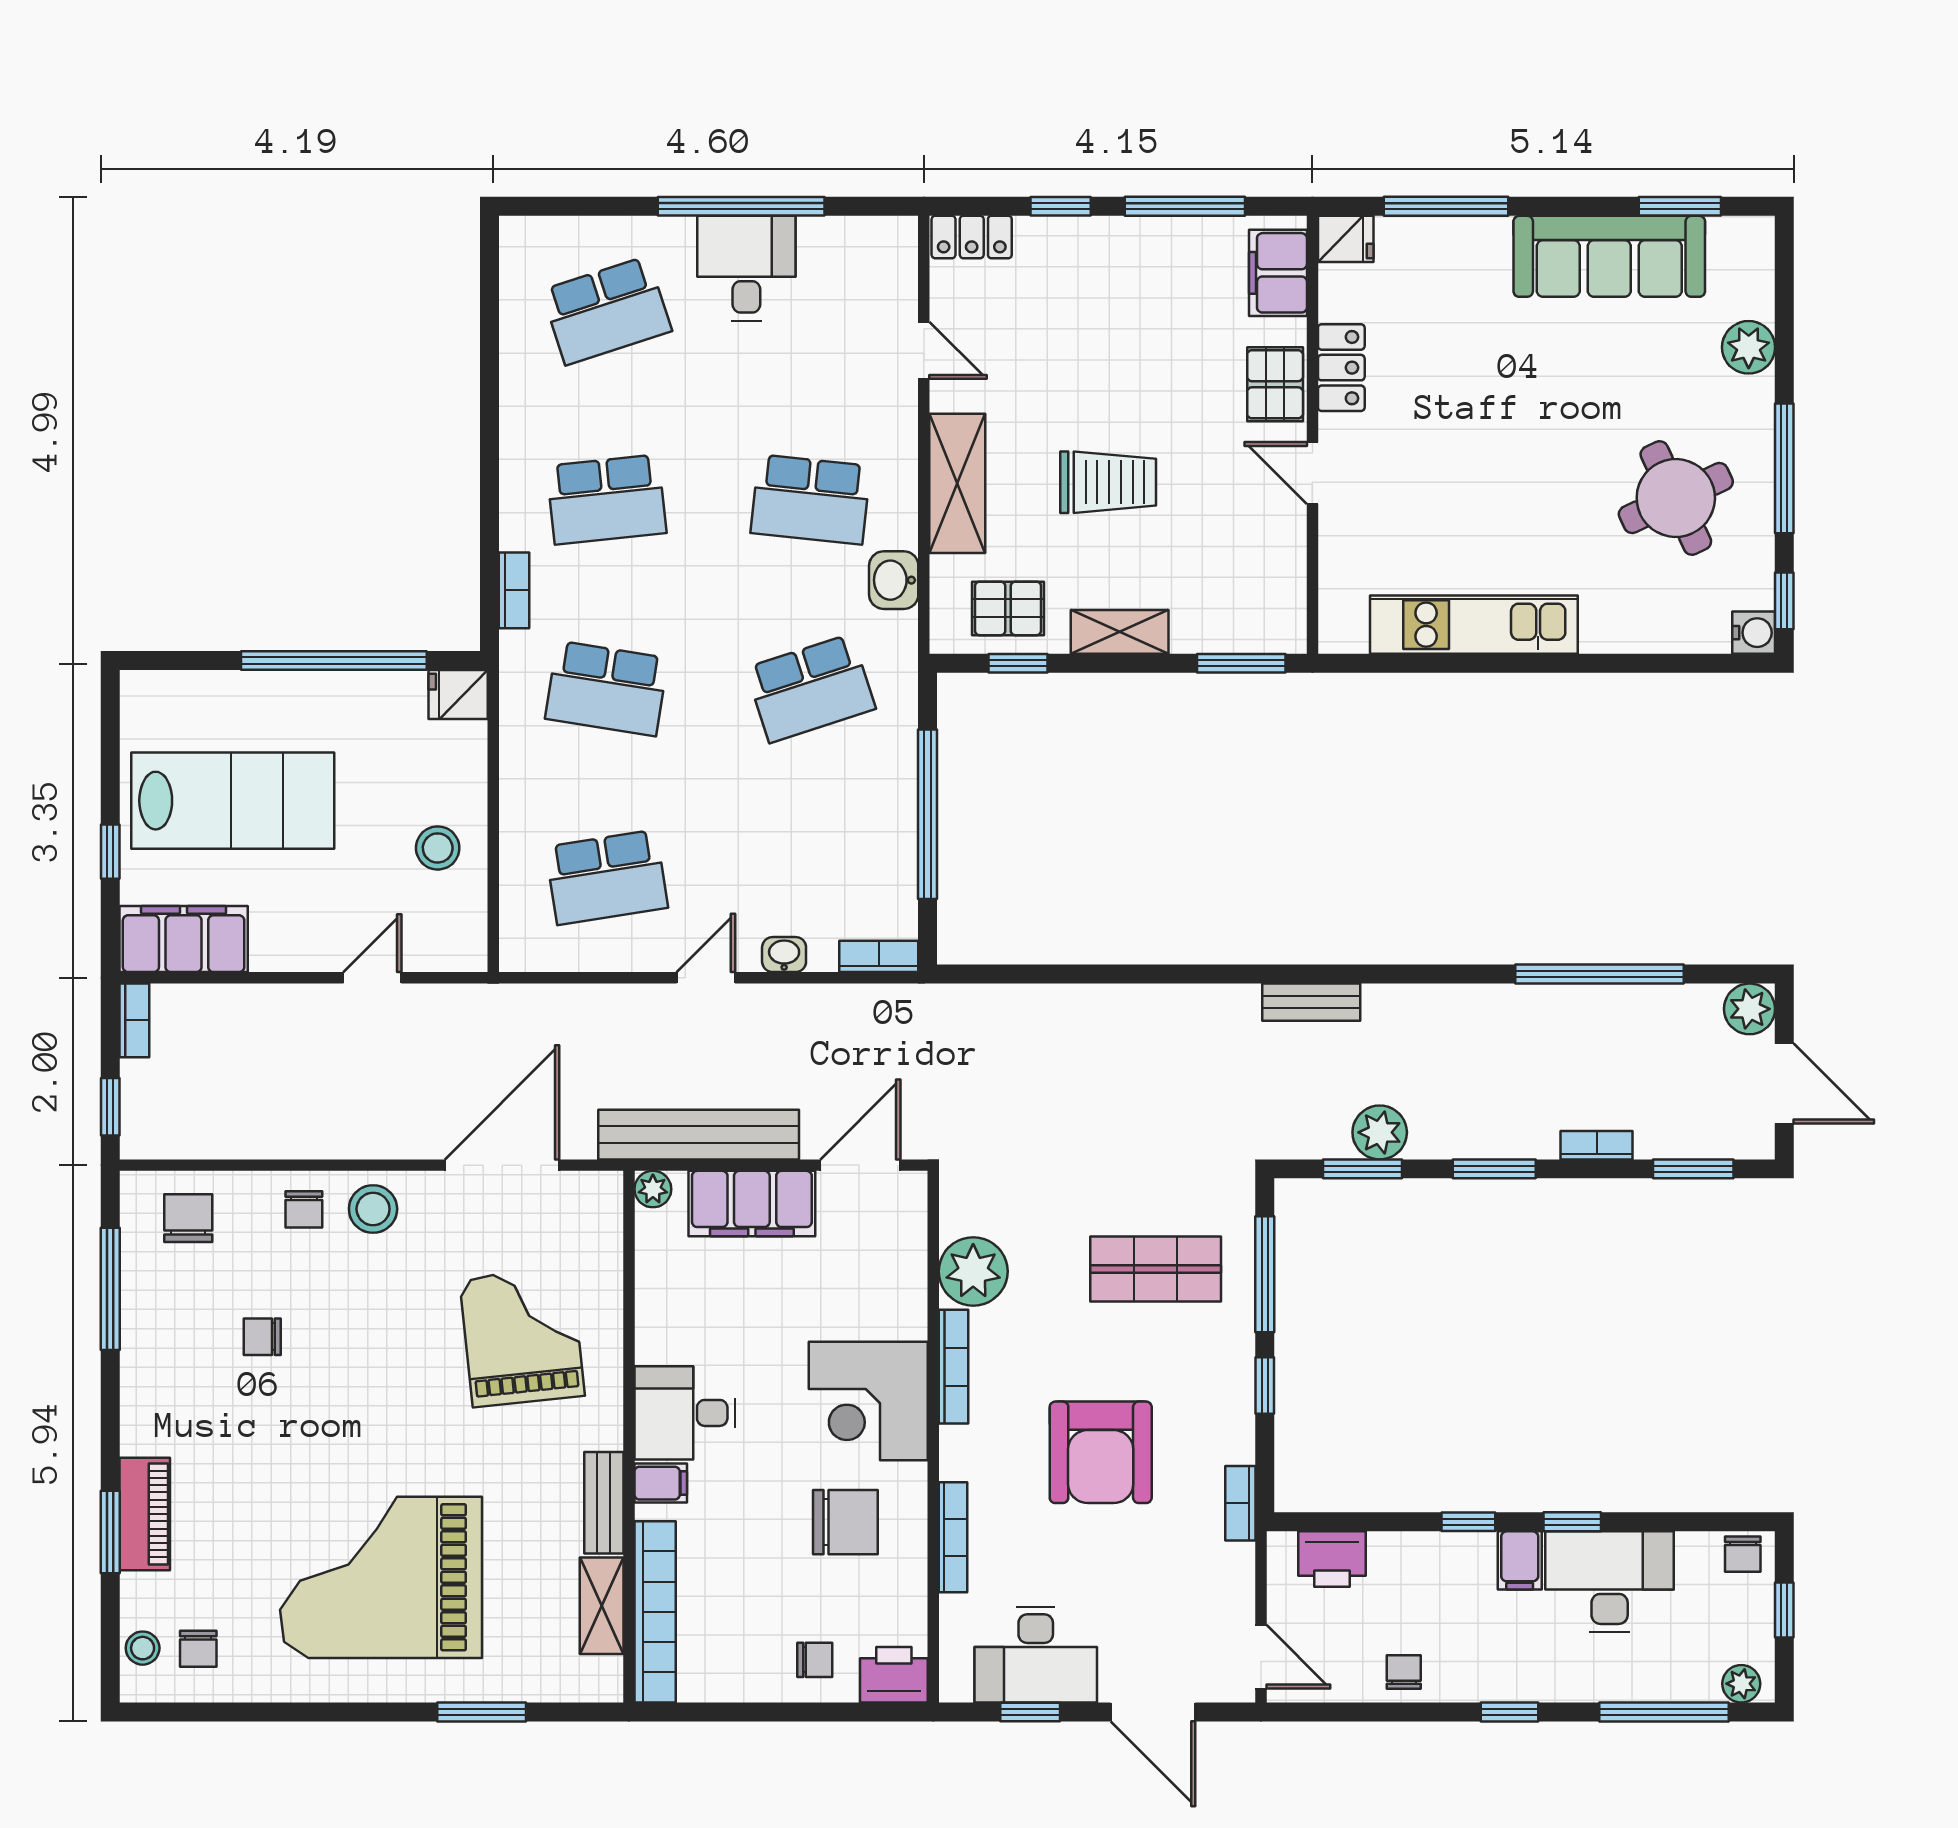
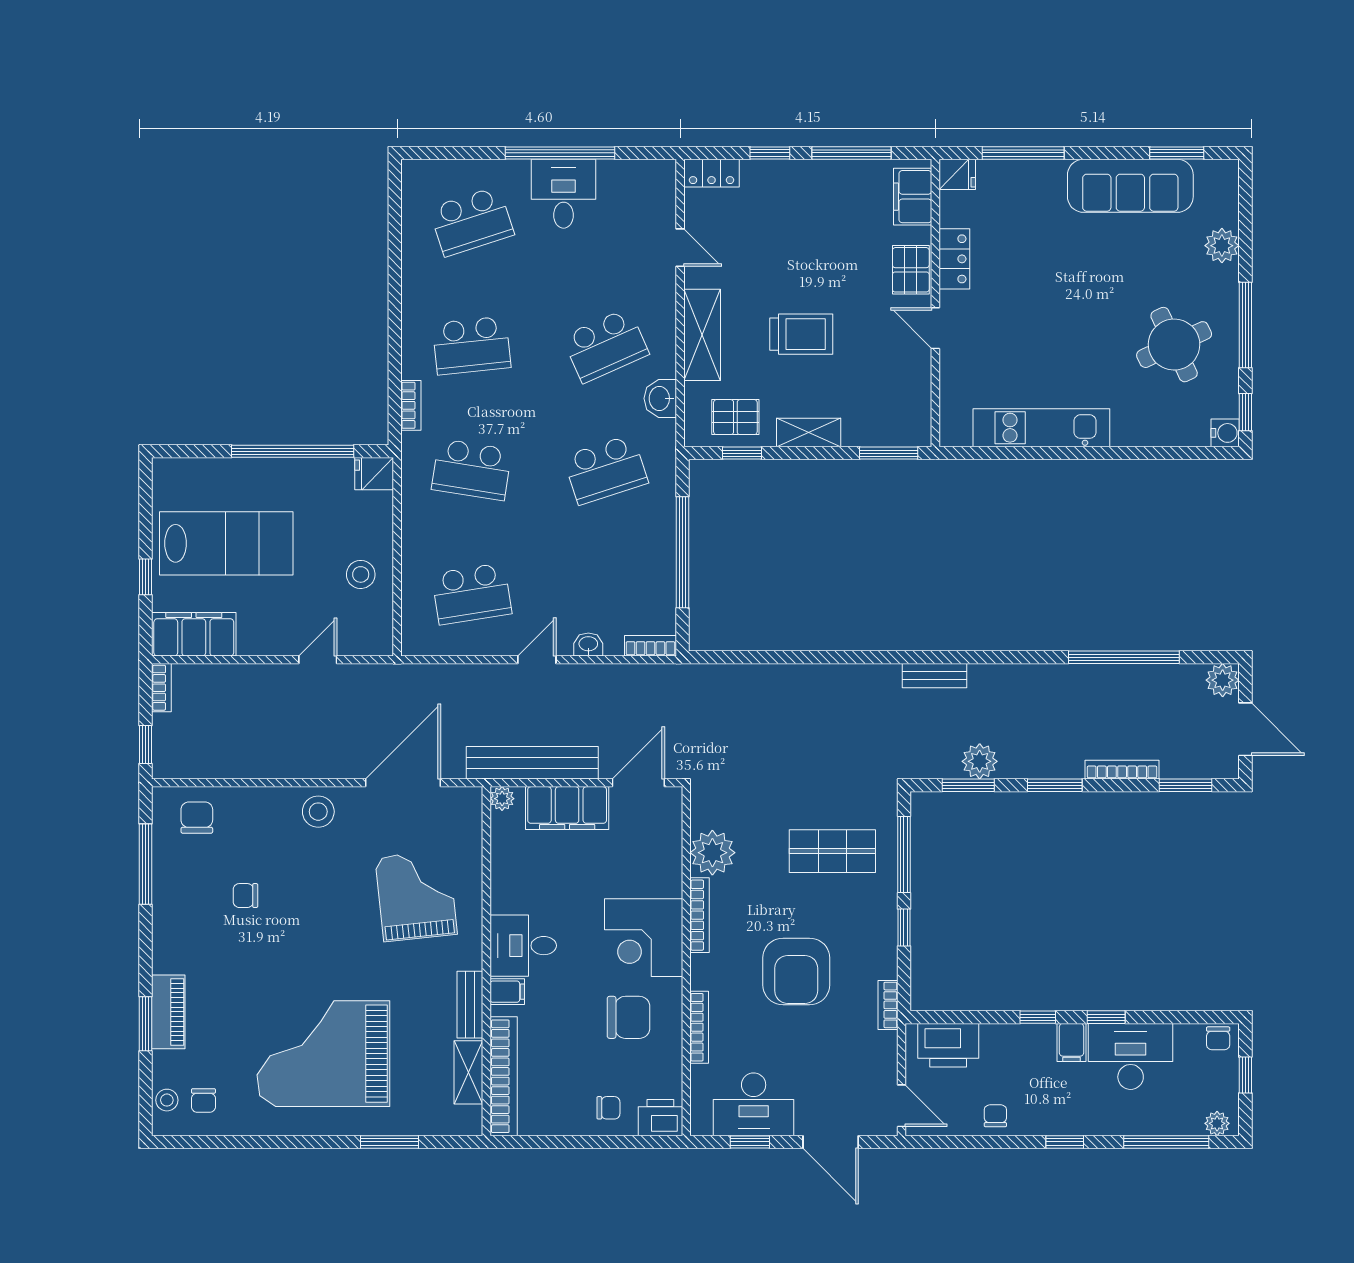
school desk: (810, 499) -> (606, 346), turned -30
bookcase: (1597, 1145) -> (1122, 770), width x1.56
chair: (304, 1209) -> (273, 812), removed
printer: (1332, 1559) -> (948, 1045), width x1.37, depth x1.19

